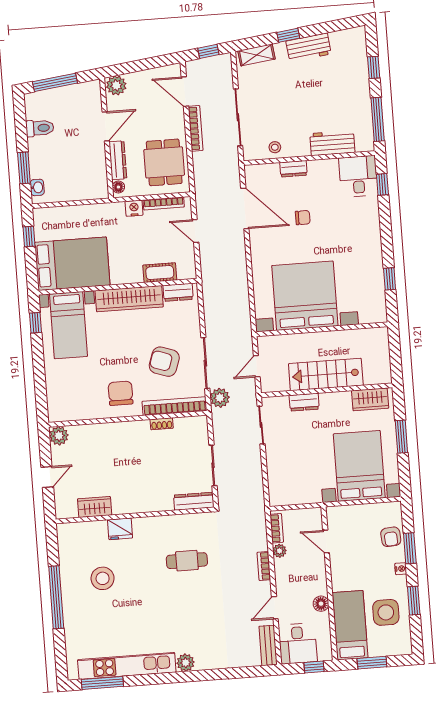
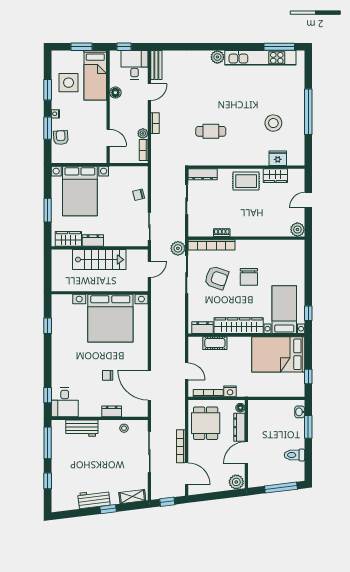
chair: (121, 393) -> (249, 277), moved
dresser: (304, 402) -> (93, 241), moved
chair: (279, 467) -> (139, 195), added
rug: (134, 496) -> (246, 181), added
fridge: (120, 529) -> (278, 158), moved

